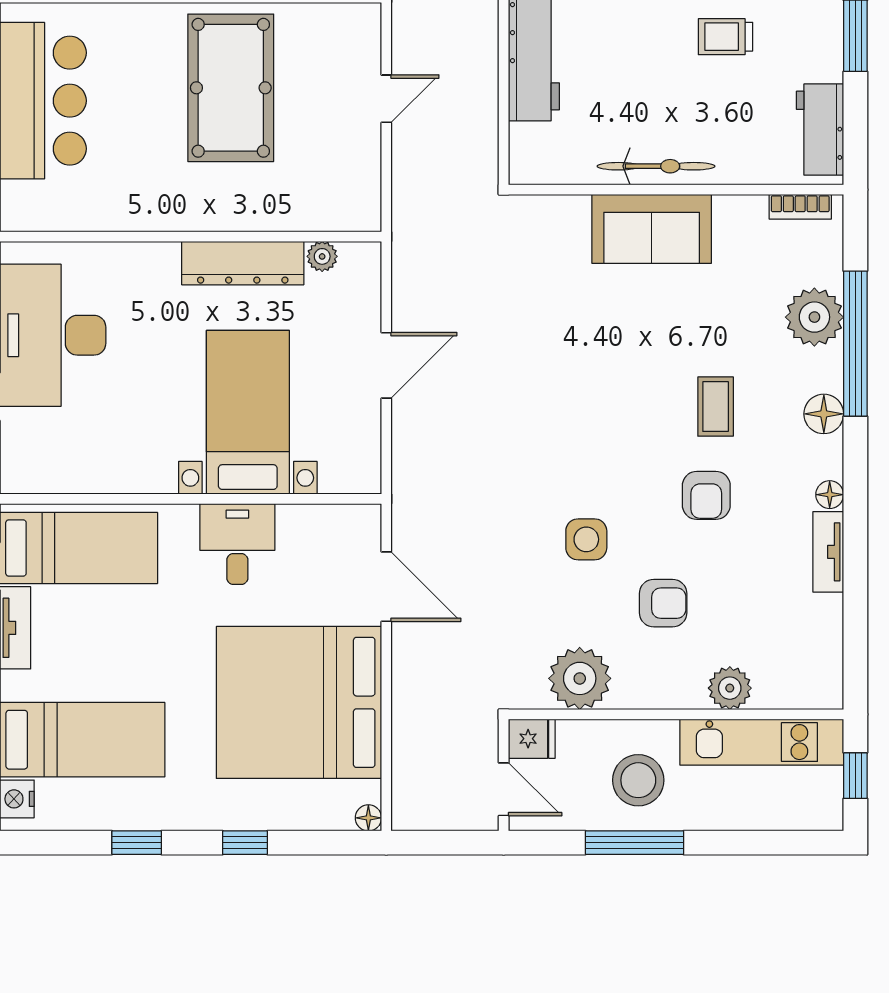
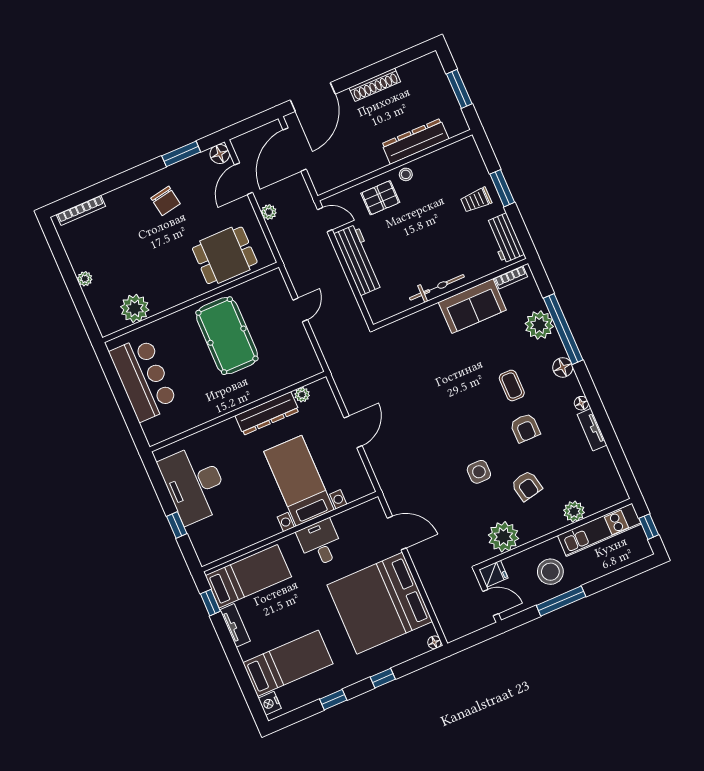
trolley: (725, 37) -> (476, 200), moved
sofa: (652, 229) -> (472, 306), moved
armchair: (663, 603) -> (527, 486), turned 78

